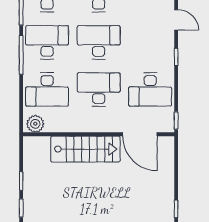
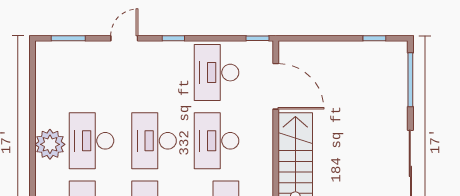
desk: (150, 90) -> (217, 73), turned 180
door: (140, 134) -> (276, 86), hinge flipped

